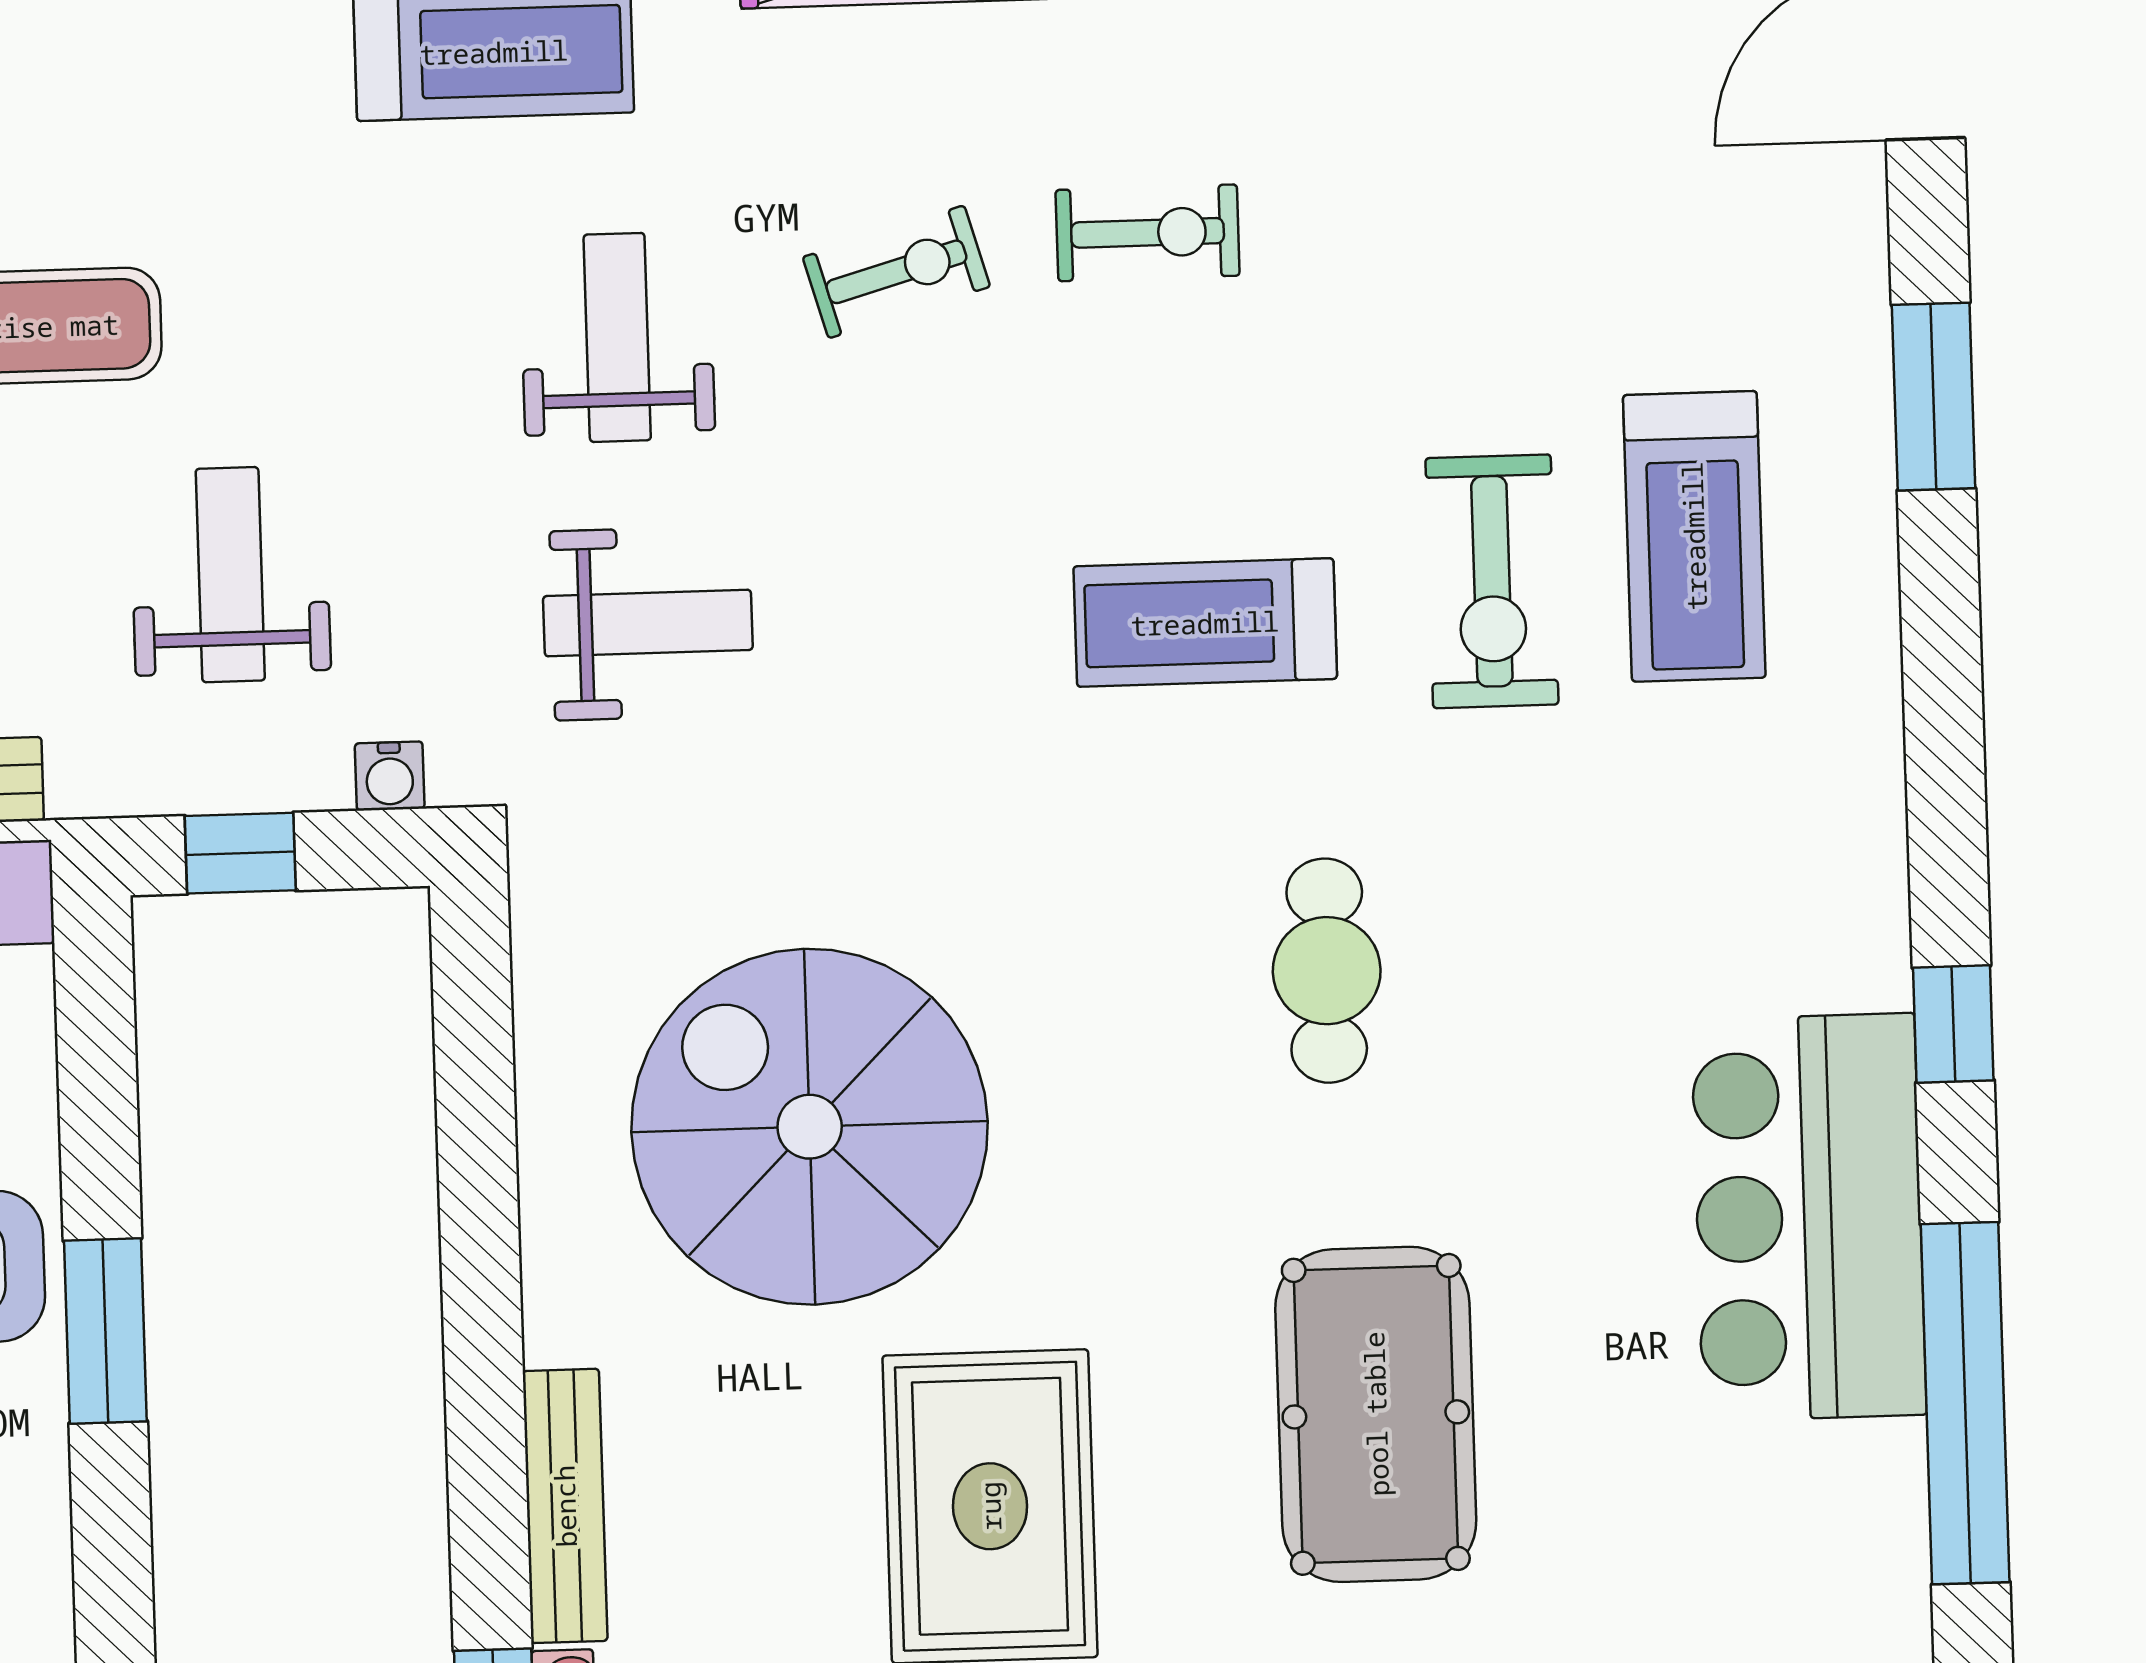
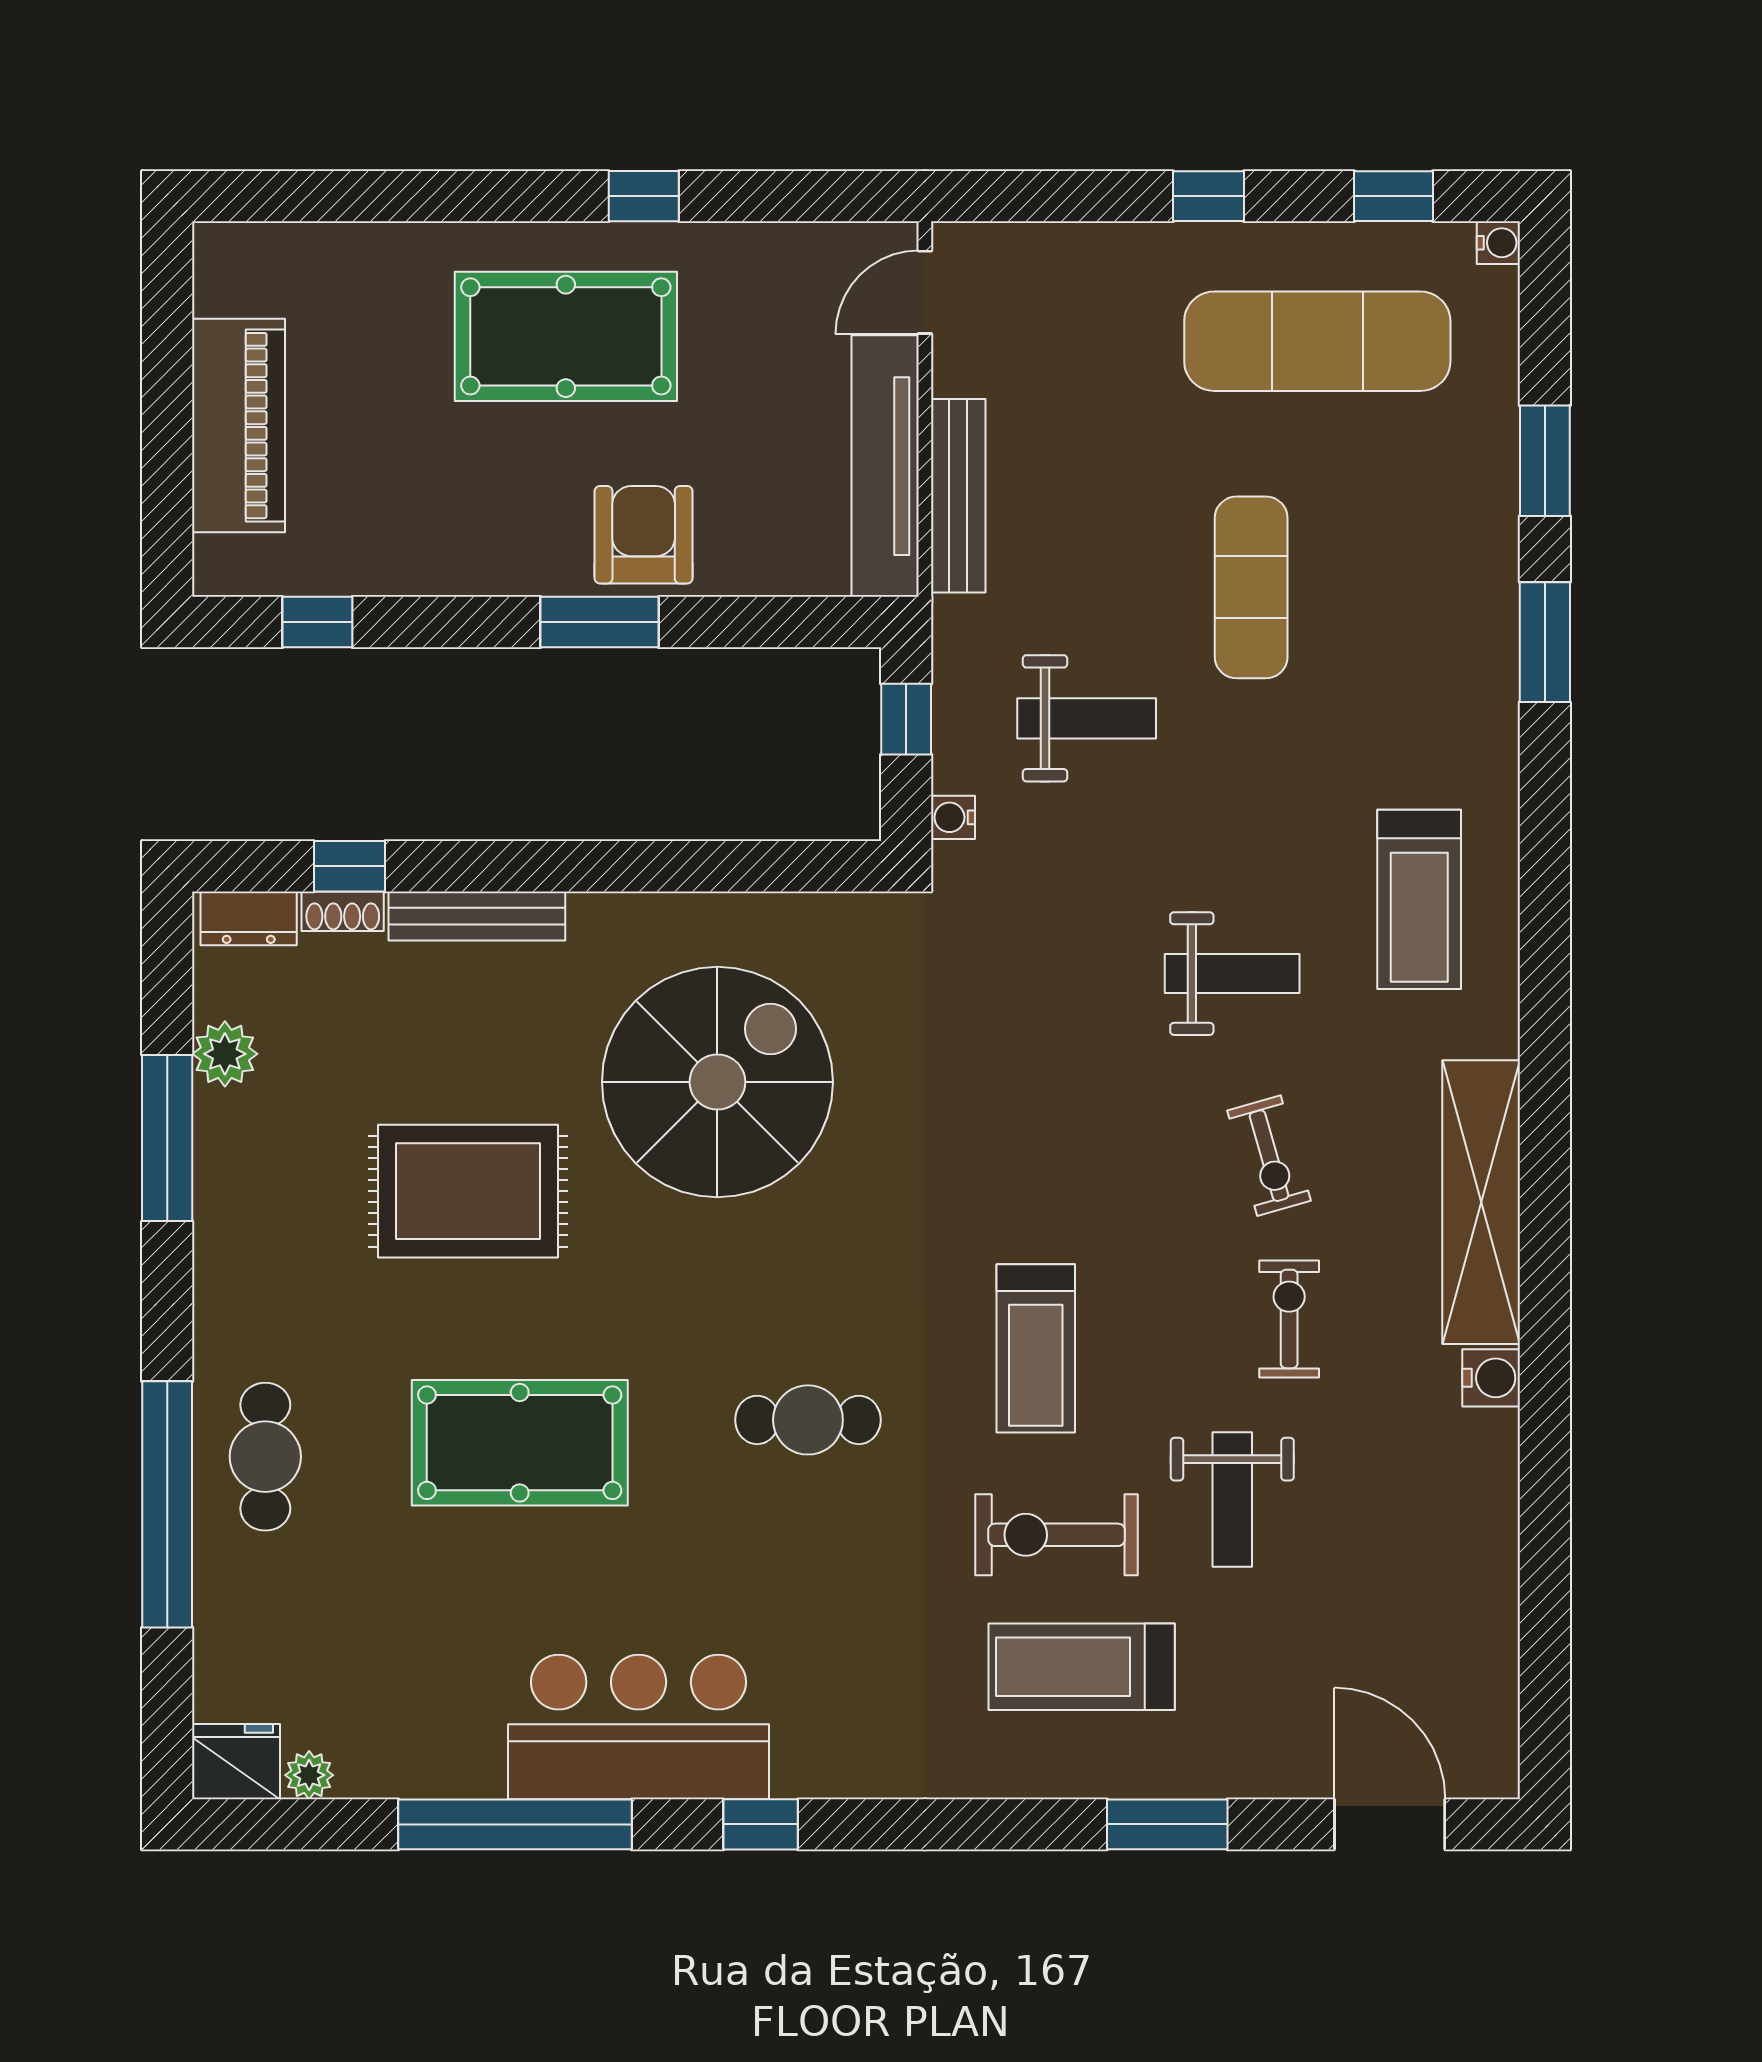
exercise bike: (1148, 233) -> (1289, 1319), turned 180
weight bench: (648, 623) -> (1232, 1499), moved
treadmill: (1205, 623) -> (1036, 1348), turned 180

